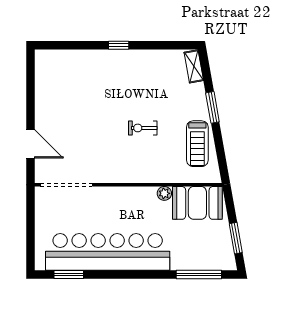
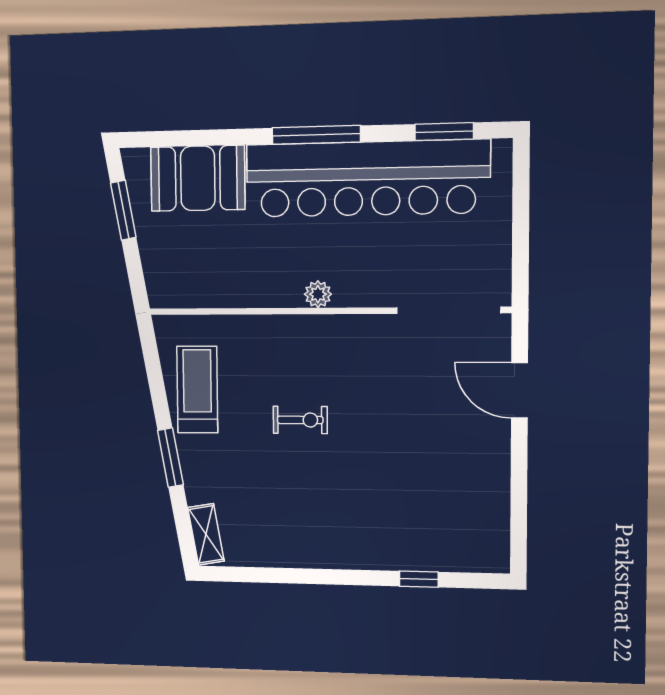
window: (119, 45) -> (419, 579), moved
plant: (164, 193) -> (318, 294), moved
booth: (197, 203) -> (198, 178), moved
window: (199, 275) -> (316, 135), moved

